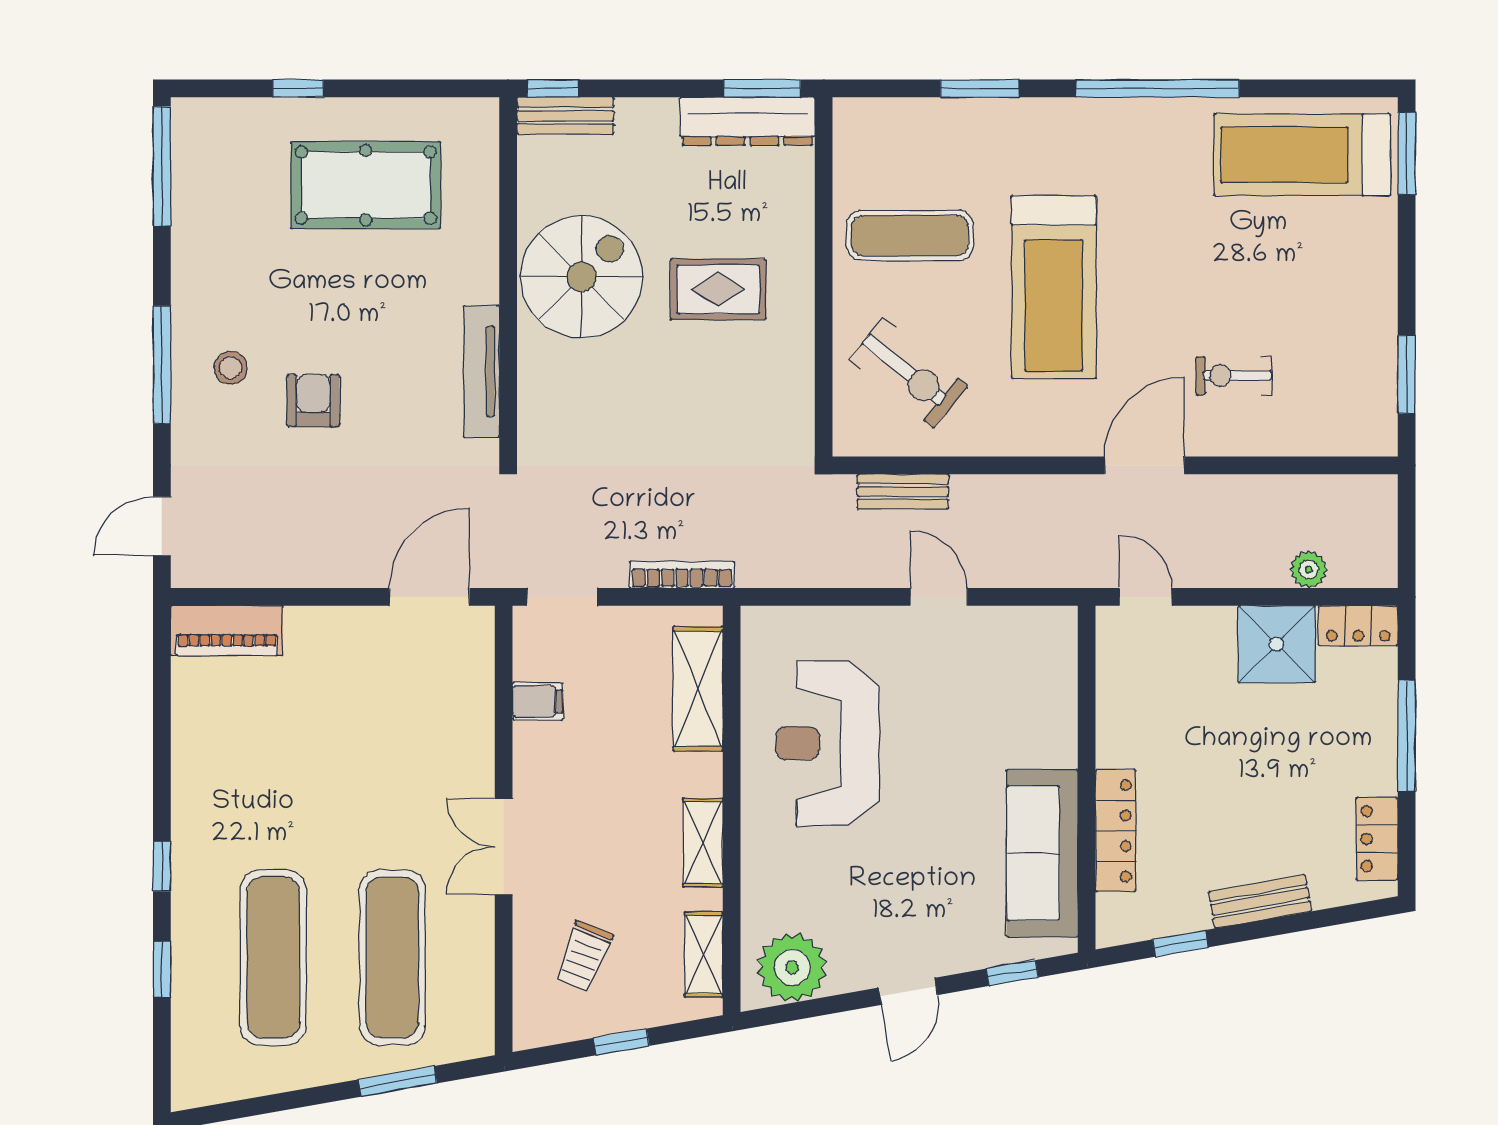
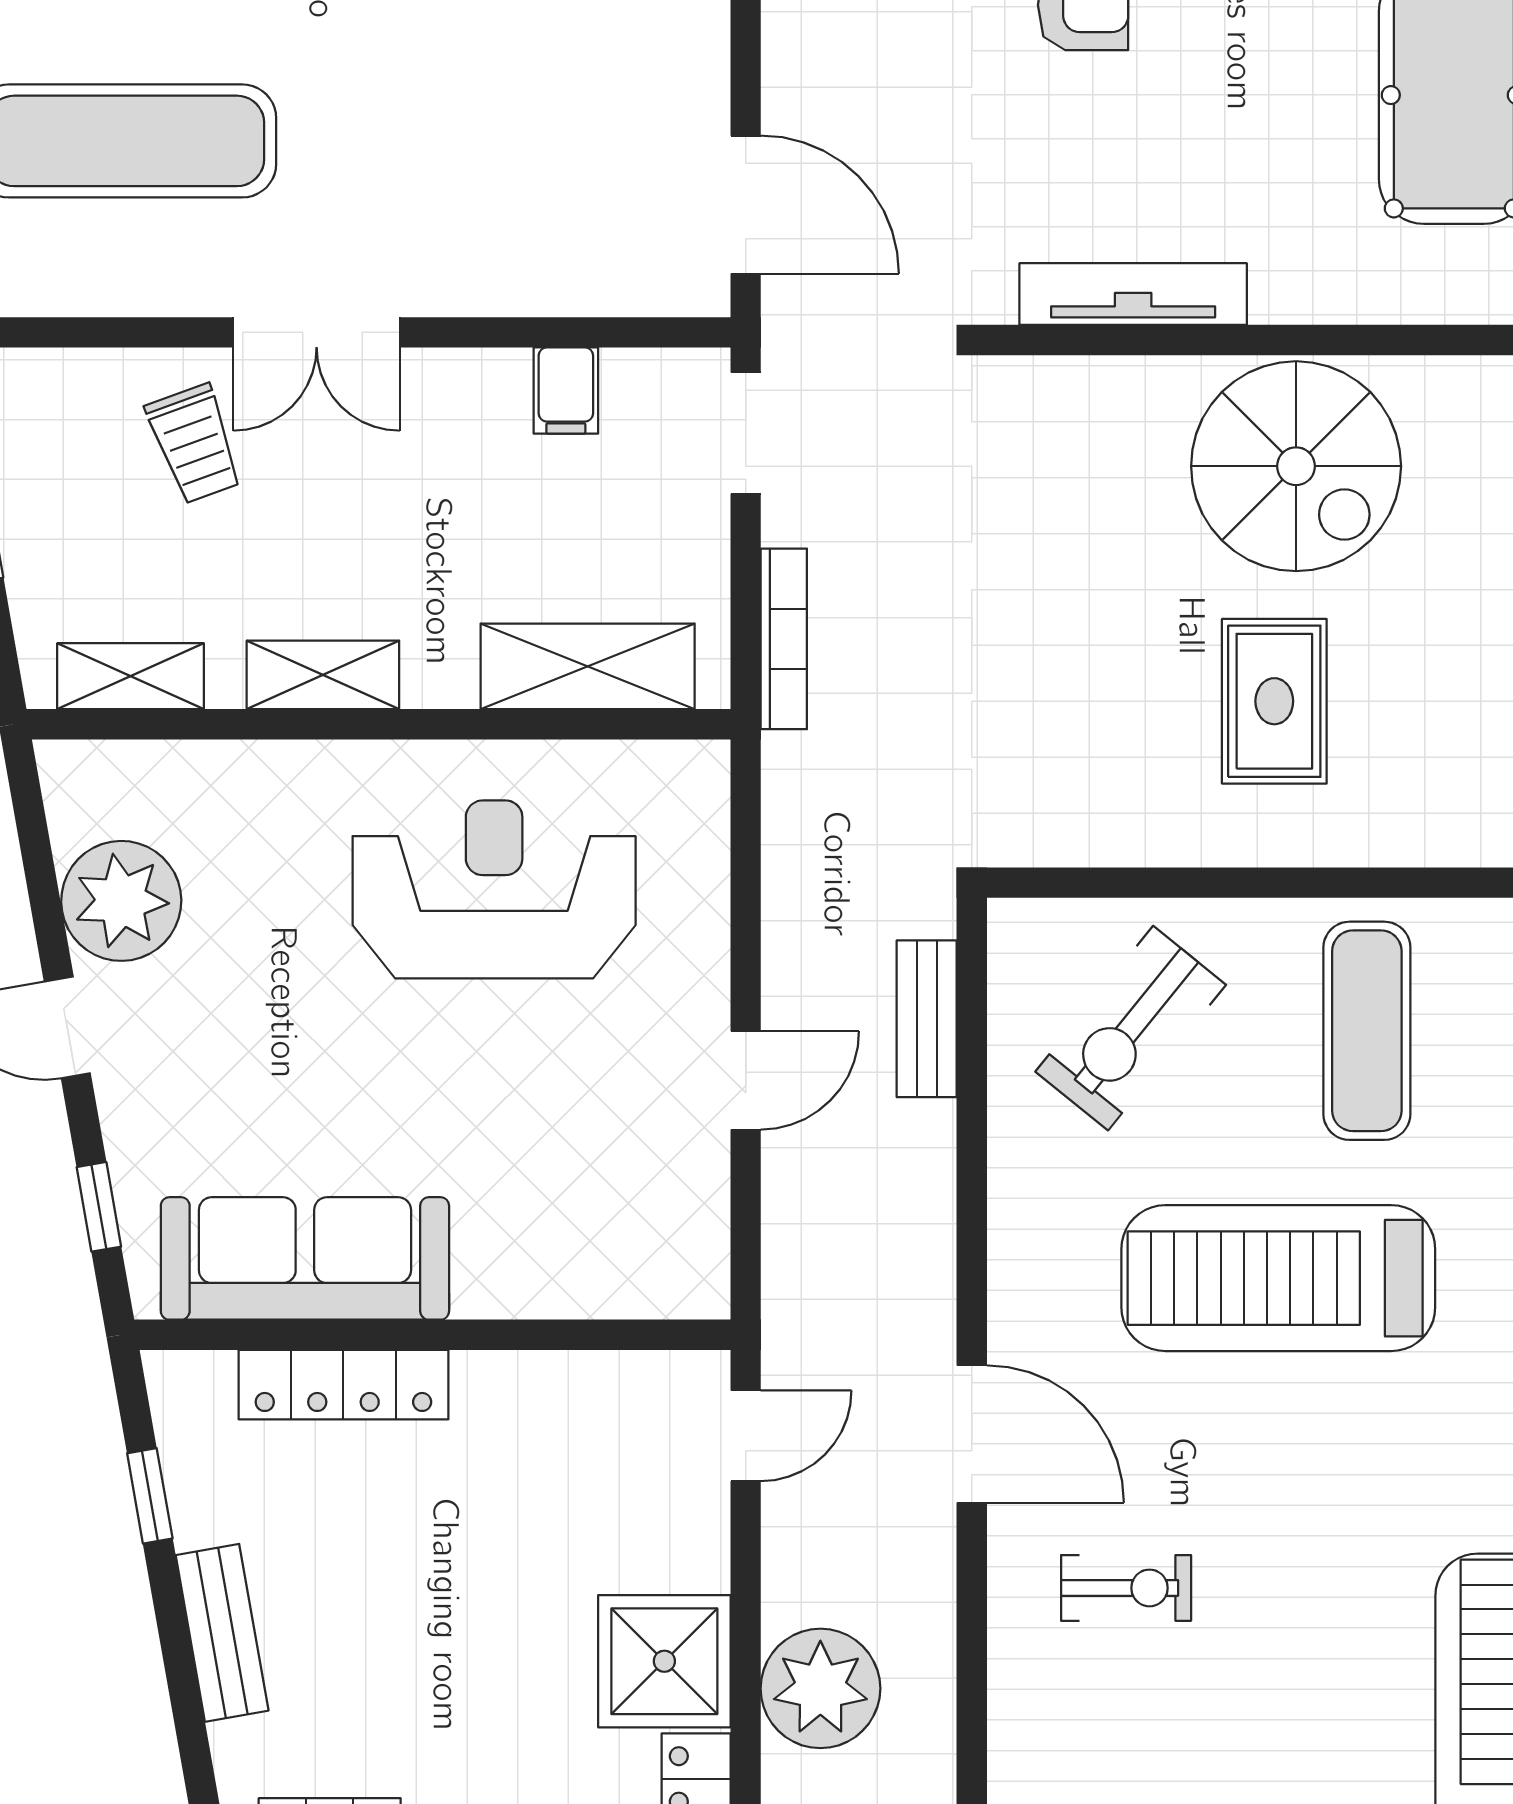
exercise bike: (1234, 376) -> (1126, 1588), turned 90
plant: (1309, 570) -> (820, 1688), width x1.88, depth x1.88
double door: (504, 846) -> (317, 332), swing flipped
trolley: (584, 956) -> (194, 444), moved, turned -132
plant: (792, 967) -> (121, 901), moved

